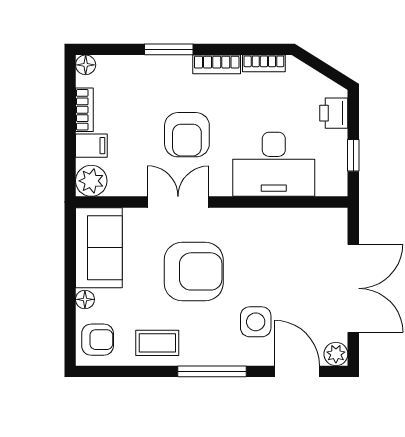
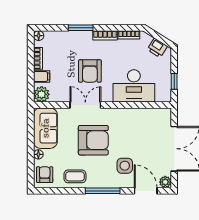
printer: (334, 113) -> (157, 48), moved, turned -58
armchair: (98, 340) -> (45, 175), turned -90

